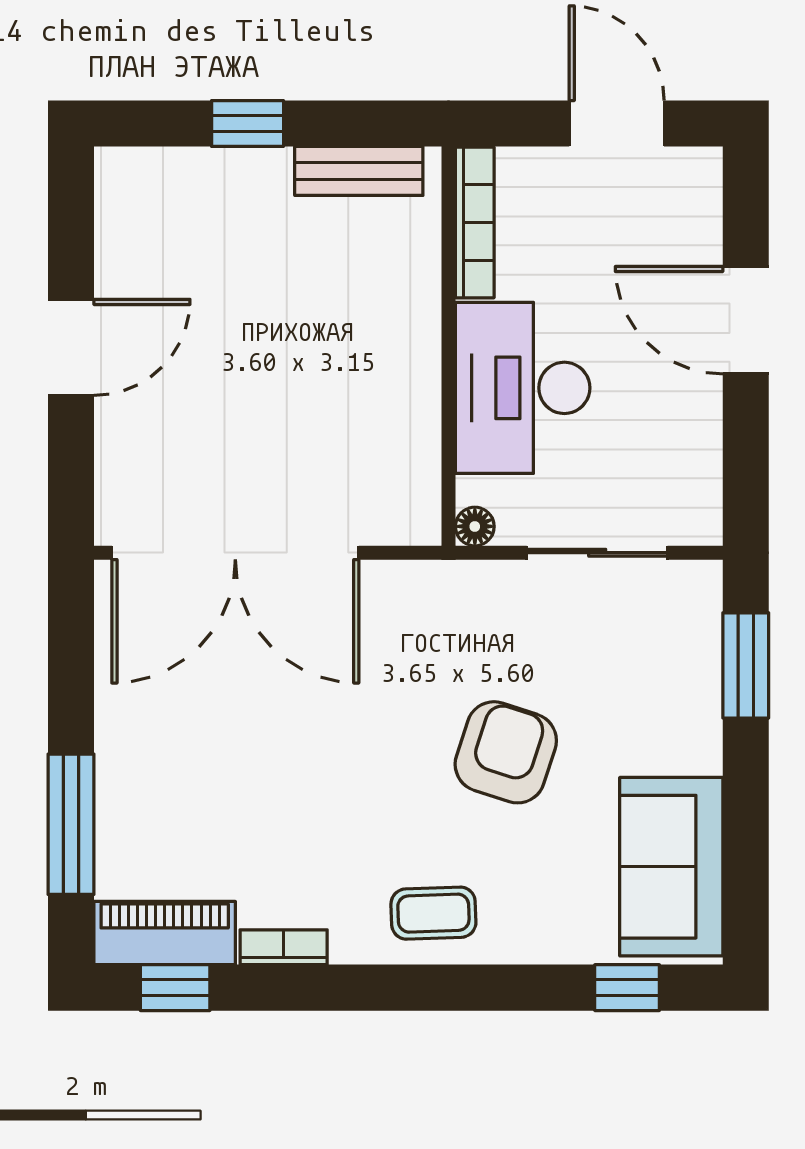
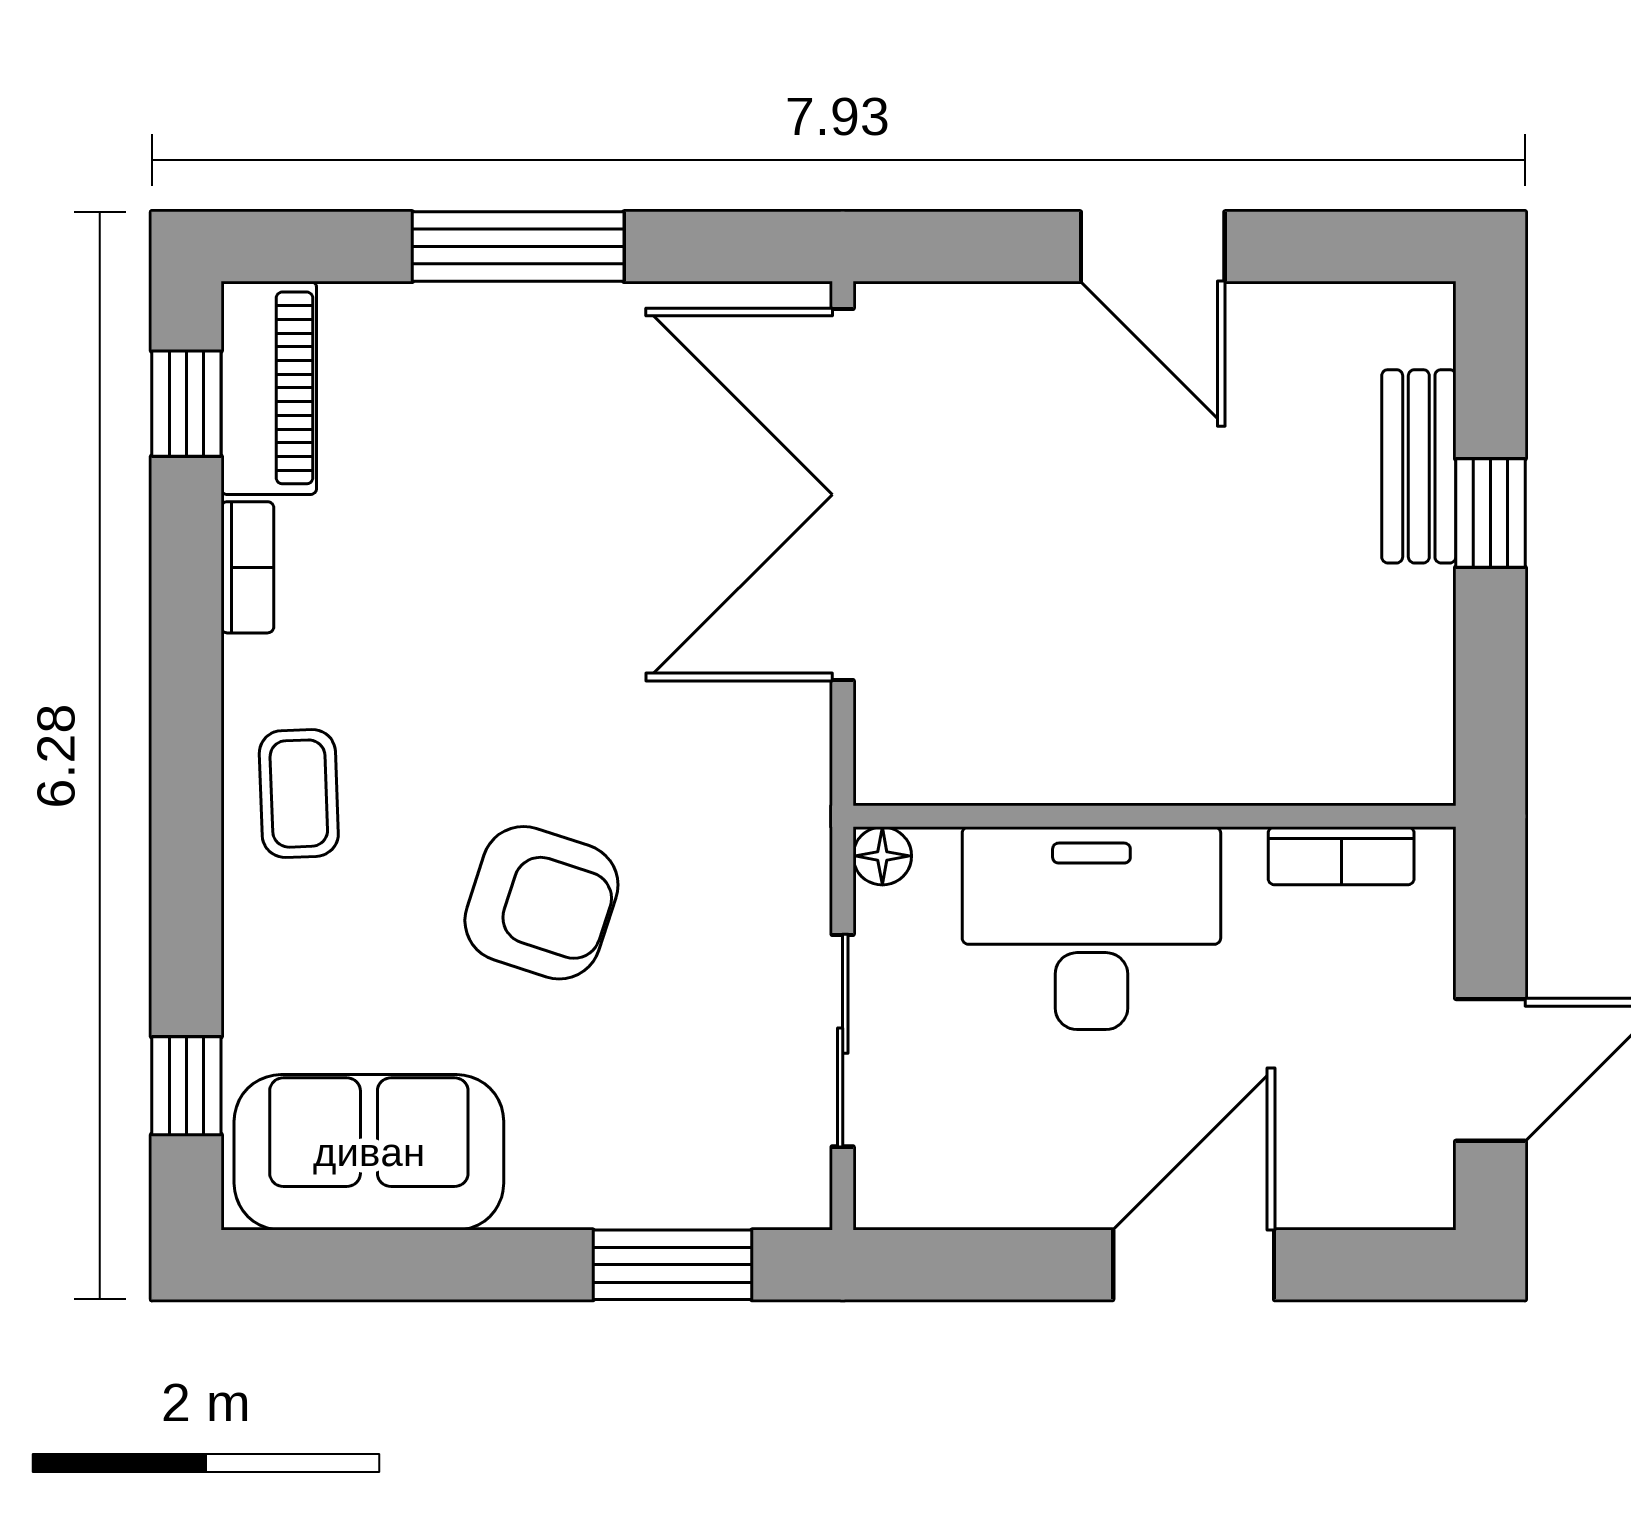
bench: (359, 171) -> (1419, 466), moved
bookcase: (475, 222) -> (1341, 856), width x0.64
window: (71, 824) -> (518, 247), moved

